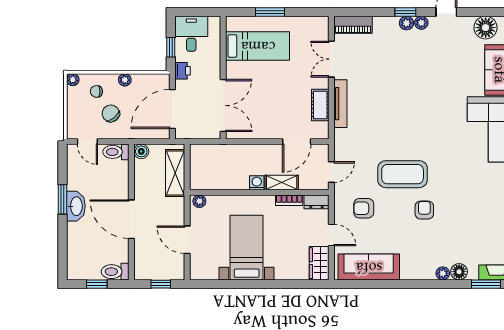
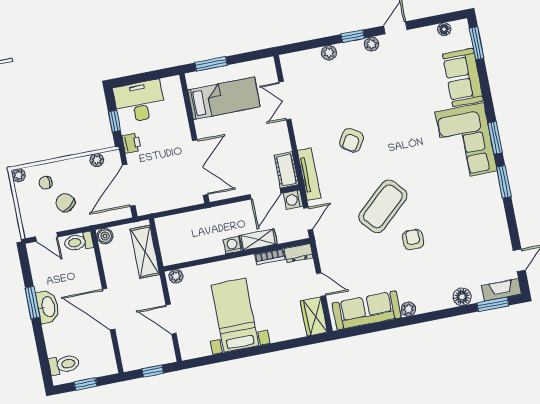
plant: (406, 23) -> (329, 53), moved
piano: (353, 25) -> (301, 60), removed
floor lamp: (486, 28) -> (444, 29), width x0.53, depth x0.53
desk: (191, 34) -> (139, 102), width x1.37
bed: (258, 46) -> (224, 98), moved
wall: (223, 78) -> (194, 138), moved
plant: (125, 80) -> (97, 160), moved
tv unit: (340, 104) -> (309, 174), moved
double door: (223, 105) -> (200, 168), moved
cot: (320, 105) -> (286, 170), moved
washing machine: (321, 152) -> (293, 200), added
coffee table: (403, 174) -> (383, 206), turned -42
armchair: (364, 208) -> (352, 140), moved, turned -60
toilet: (115, 272) -> (64, 365), moved, turned 180
plant: (443, 273) -> (408, 309), moved

